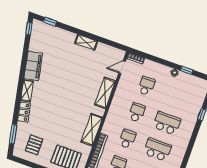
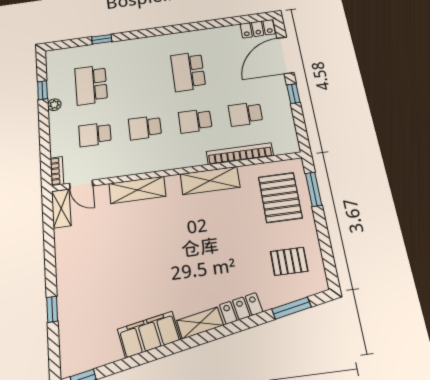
window: (50, 22) -> (52, 309), moved
shelving: (86, 42) -> (61, 208), moved
school desk: (167, 123) -> (91, 85), moved

